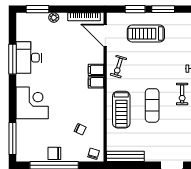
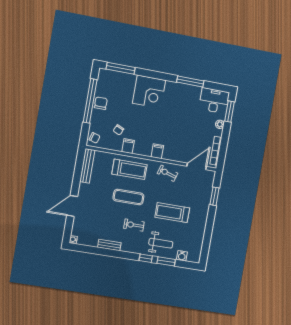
window: (163, 9) -> (210, 221), removed
treadmill: (146, 34) -> (172, 213), moved, turned -90
desk: (29, 58) -> (214, 101), moved
filing cabinet: (96, 70) -> (128, 146), moved
treadmill: (121, 110) -> (129, 169), turned 180

